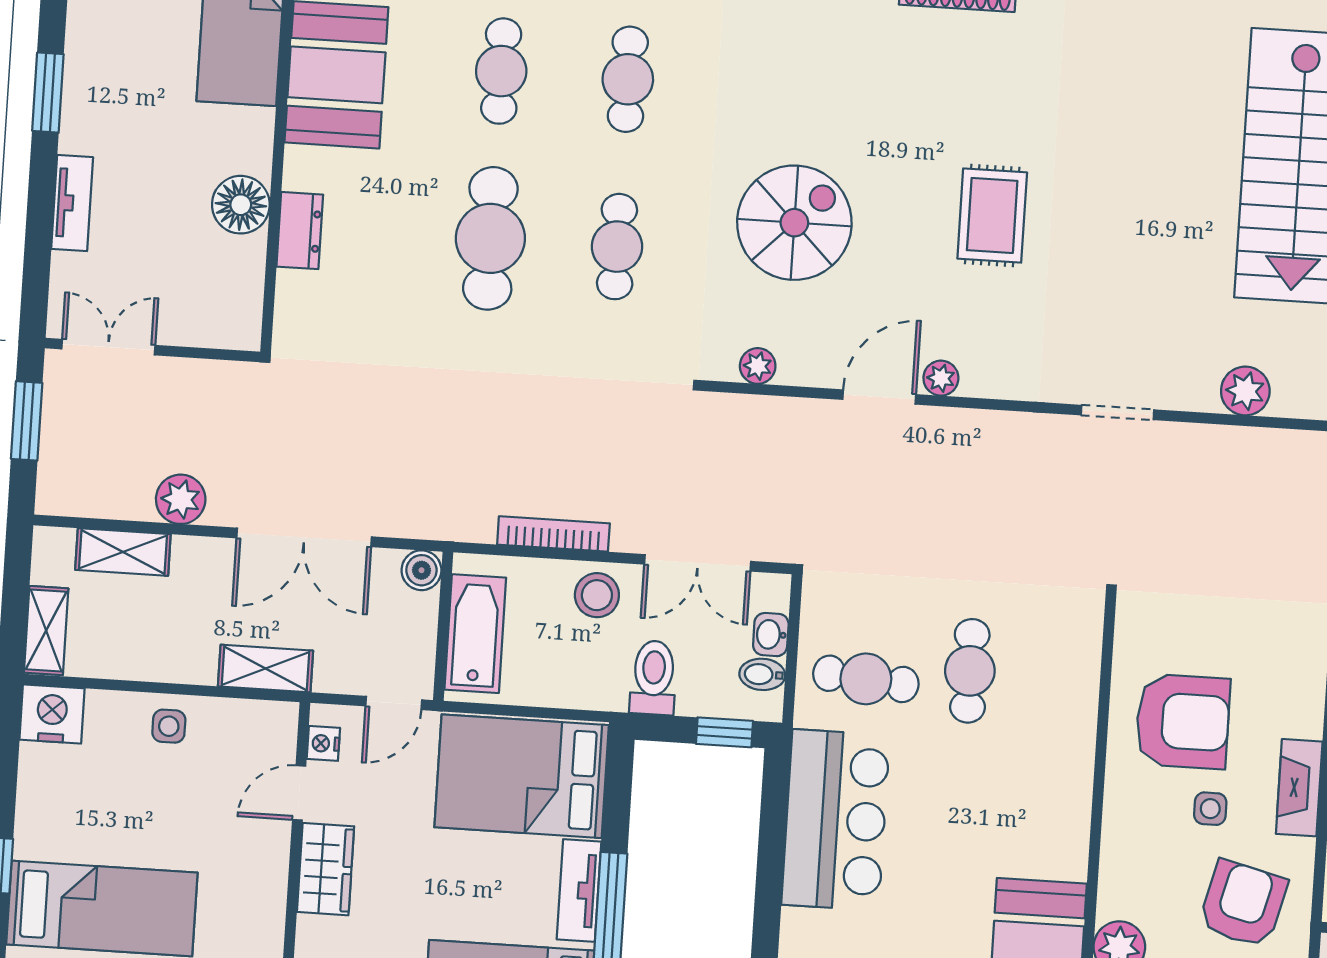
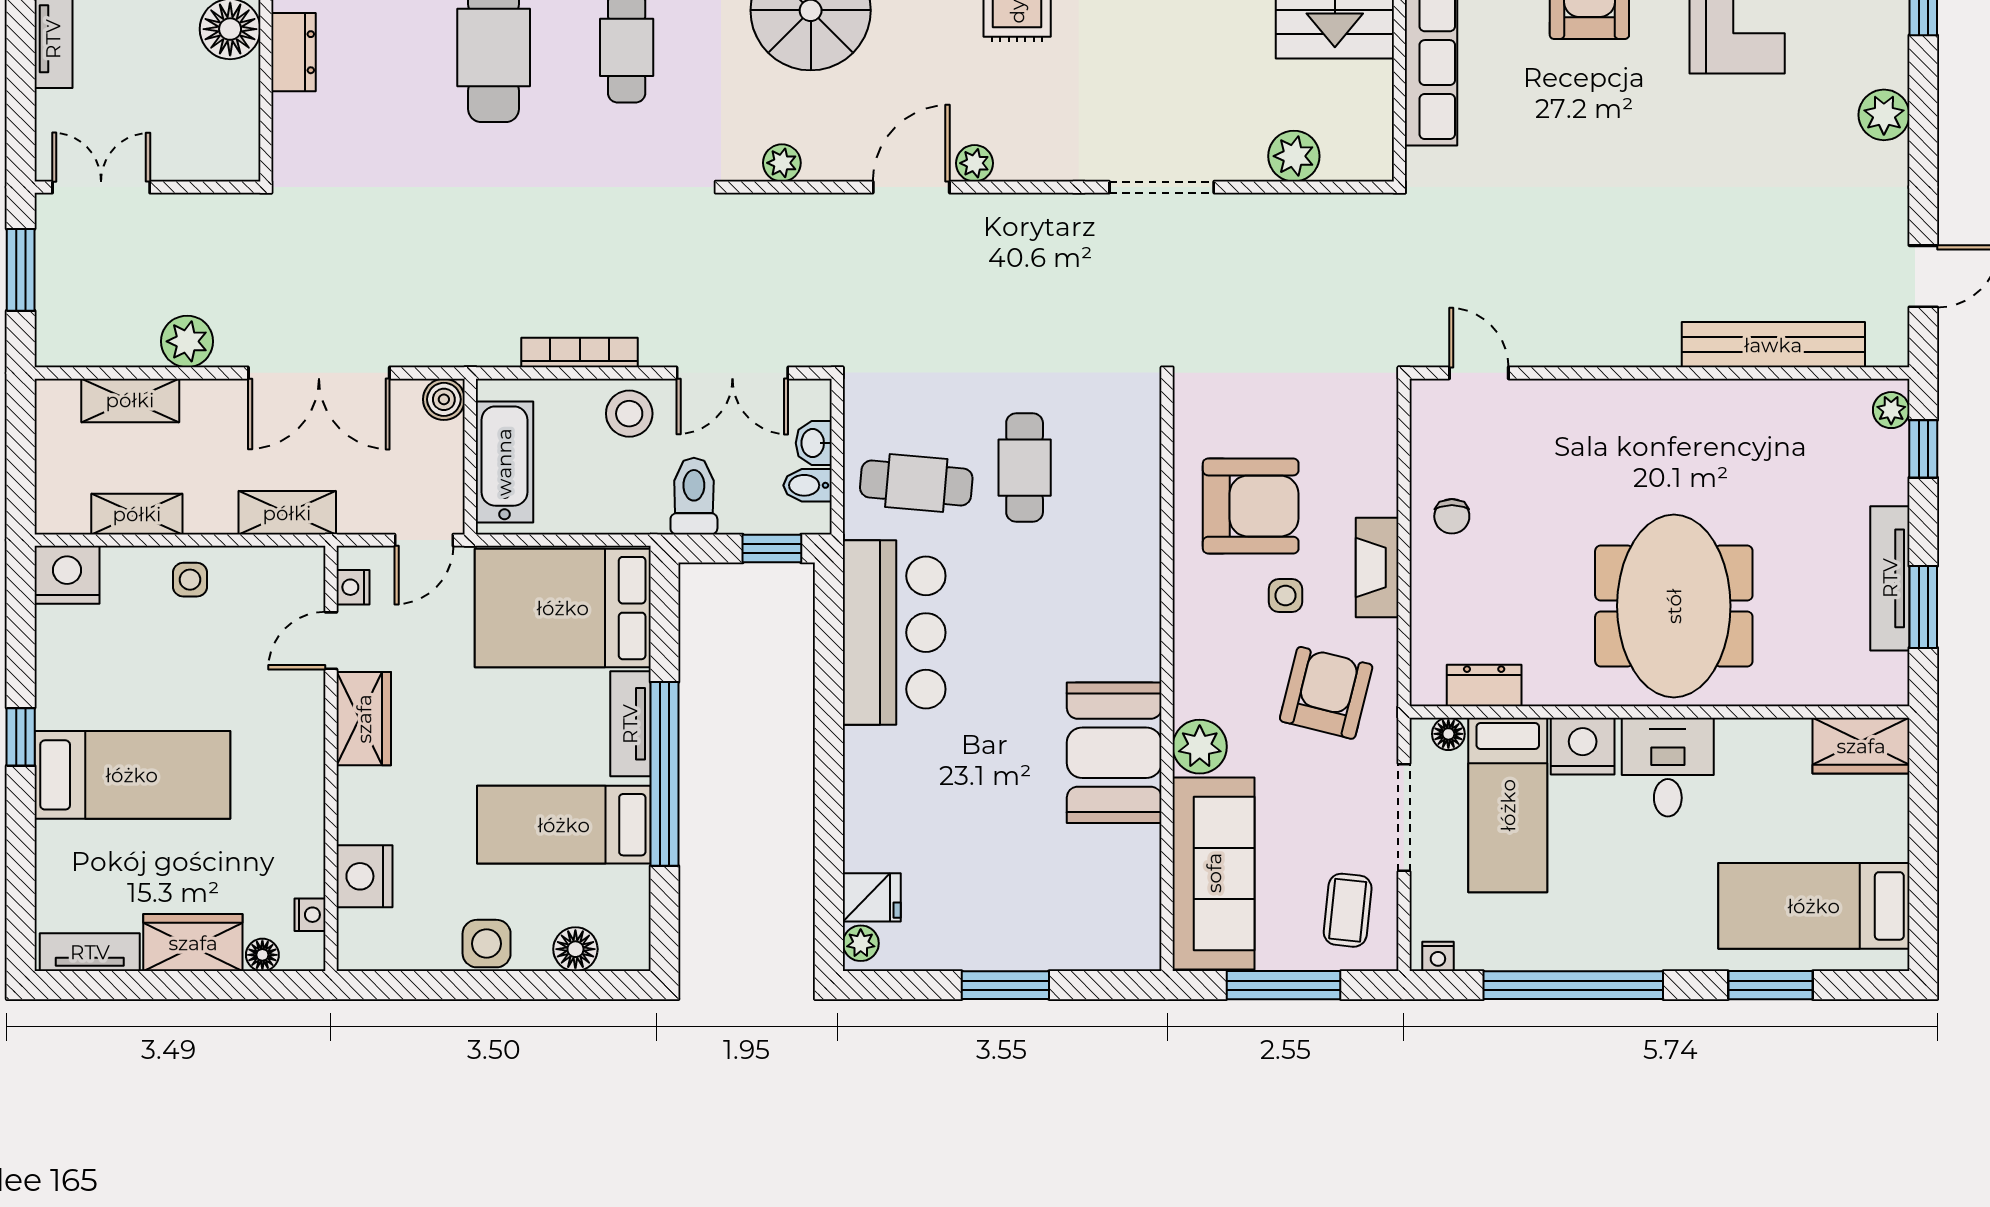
doorway: (1118, 412) -> (1162, 187), width x1.38
shelving: (46, 630) -> (137, 514), moved, turned 90

